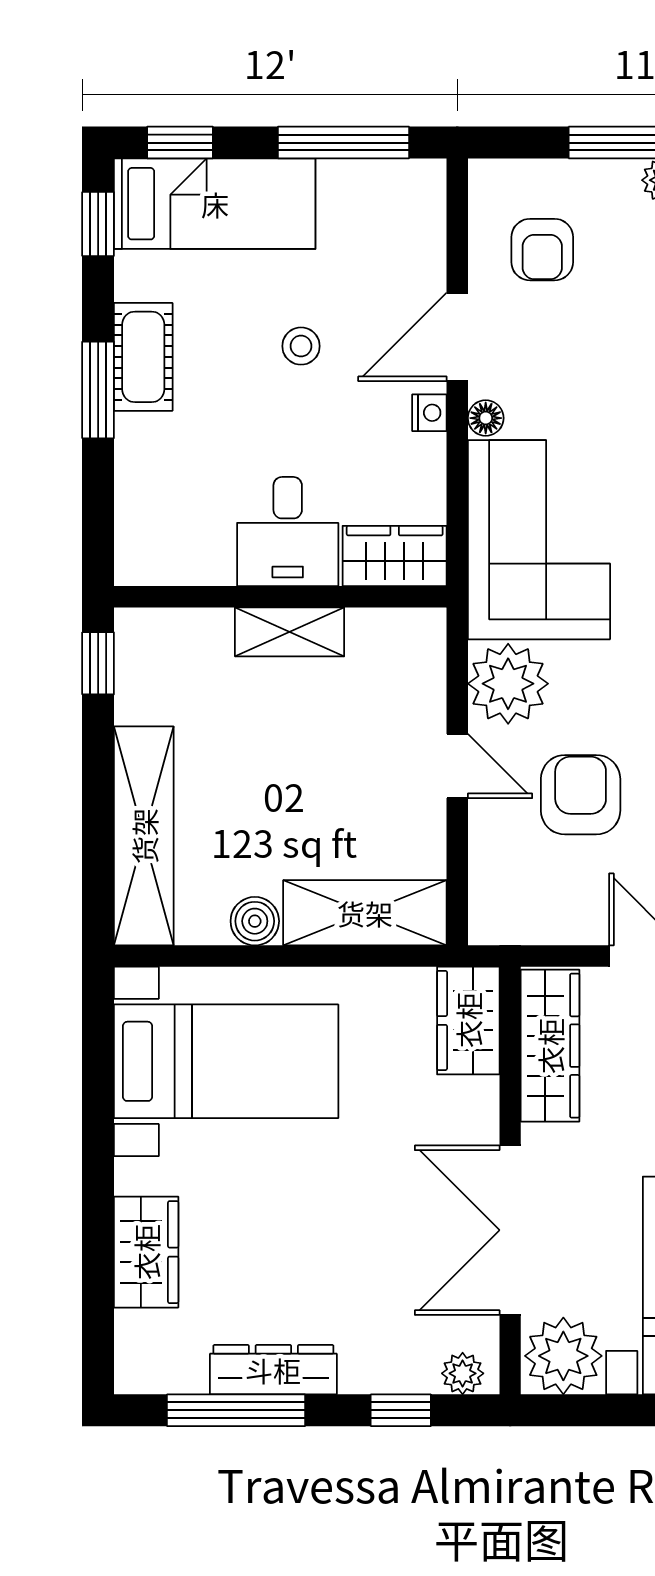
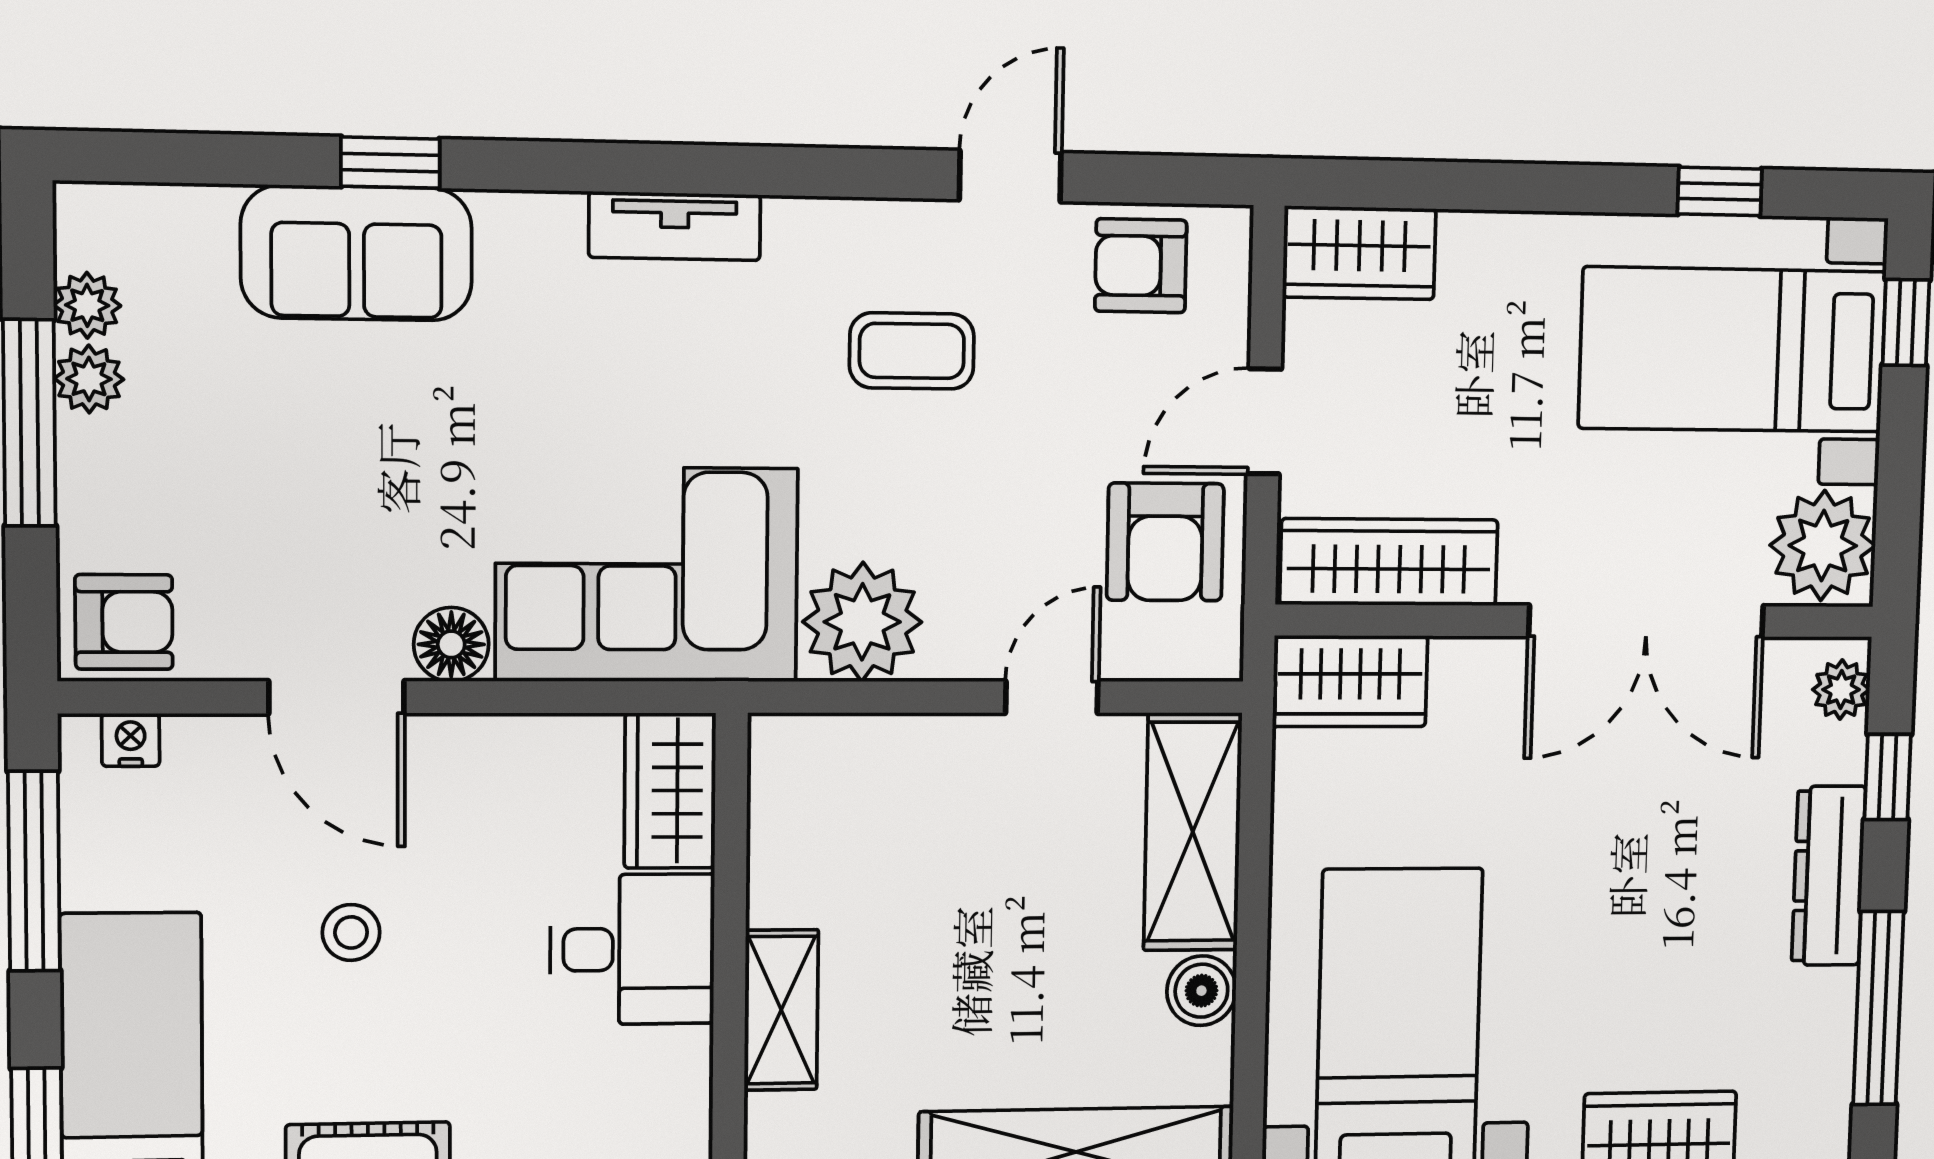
armchair: (542, 250) -> (124, 622), moved
nightstand: (429, 413) -> (131, 740), moved
floor lamp: (486, 418) -> (451, 644), width x1.37, depth x1.37
shelving: (290, 632) -> (781, 1010), moved
door: (457, 766) -> (1052, 697), moved
armchair: (581, 795) -> (1165, 542), moved, turned -90
dresser: (273, 1370) -> (1829, 876), moved

